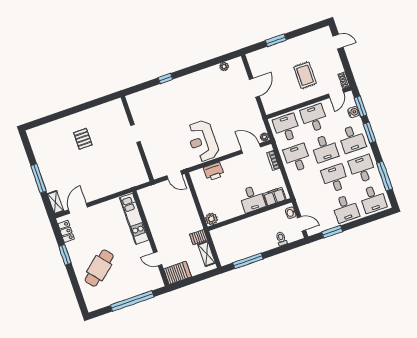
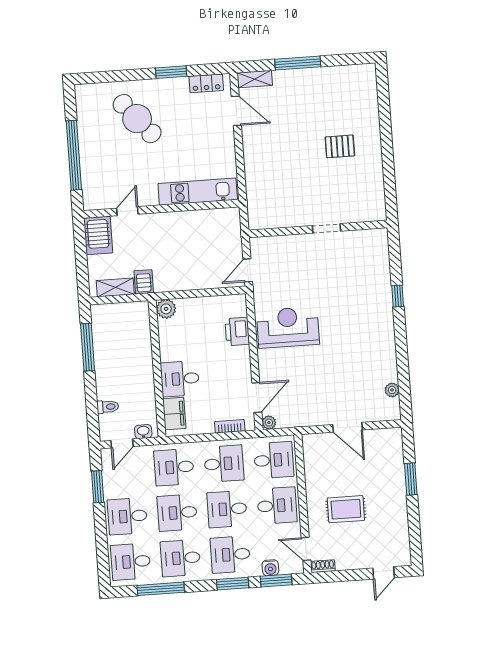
desk: (362, 169) -> (181, 558), turned 180
desk: (335, 178) -> (177, 513), turned 180
desk: (308, 188) -> (174, 467), added

